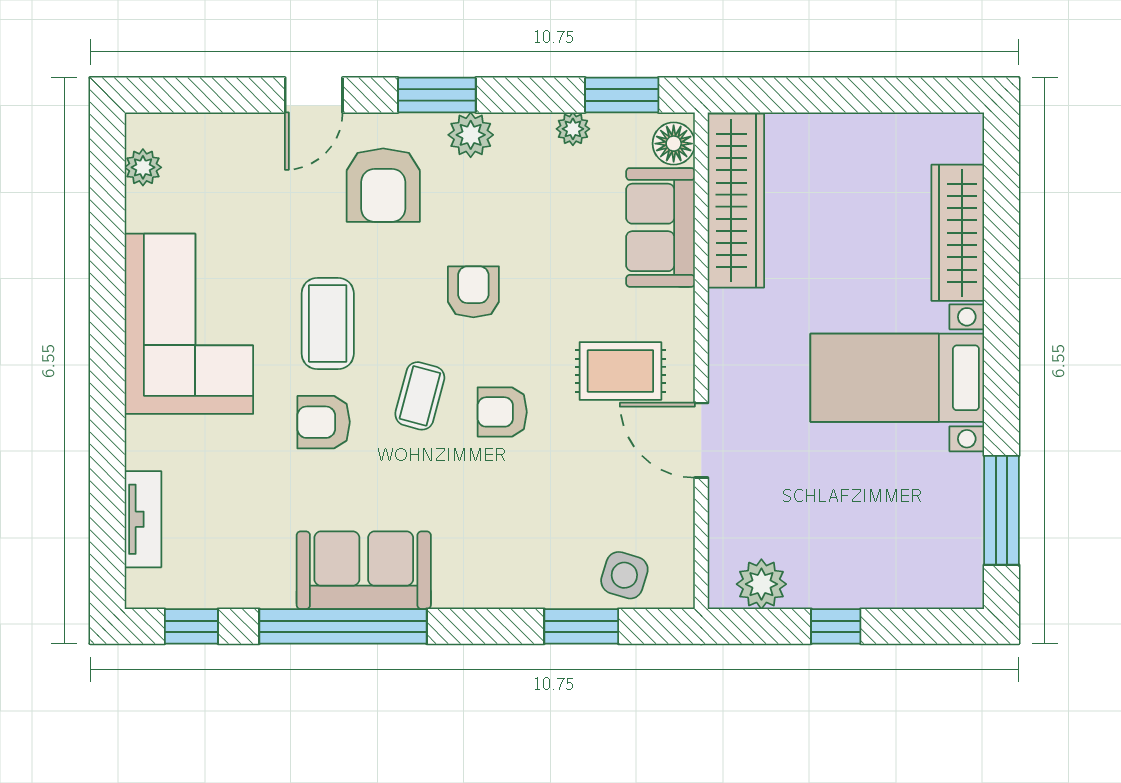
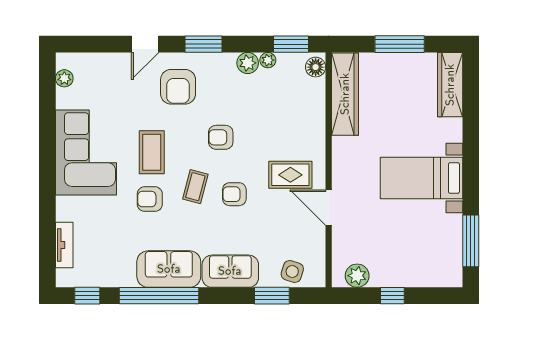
window: (851, 95) -> (400, 44), added
plant: (471, 135) -> (248, 63), moved
sofa: (660, 227) -> (230, 271), moved, turned 90
wardrobe: (958, 233) -> (450, 85), moved
armchair: (473, 292) -> (221, 137), turned -90

